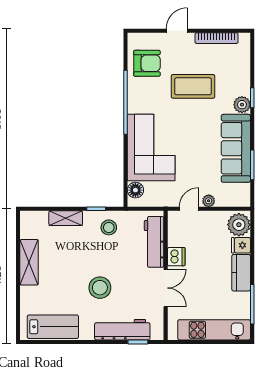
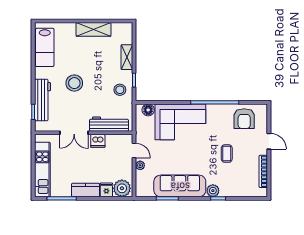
coffee table: (193, 86) -> (227, 154), width x0.54, depth x0.58

